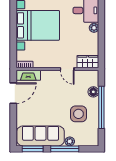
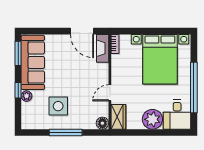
plant: (94, 28) -> (152, 119), width x1.88, depth x1.88
floor lamp: (93, 92) -> (102, 123), moved
window: (101, 107) -> (66, 132), width x0.68
window: (65, 149) -> (18, 90), width x0.46

